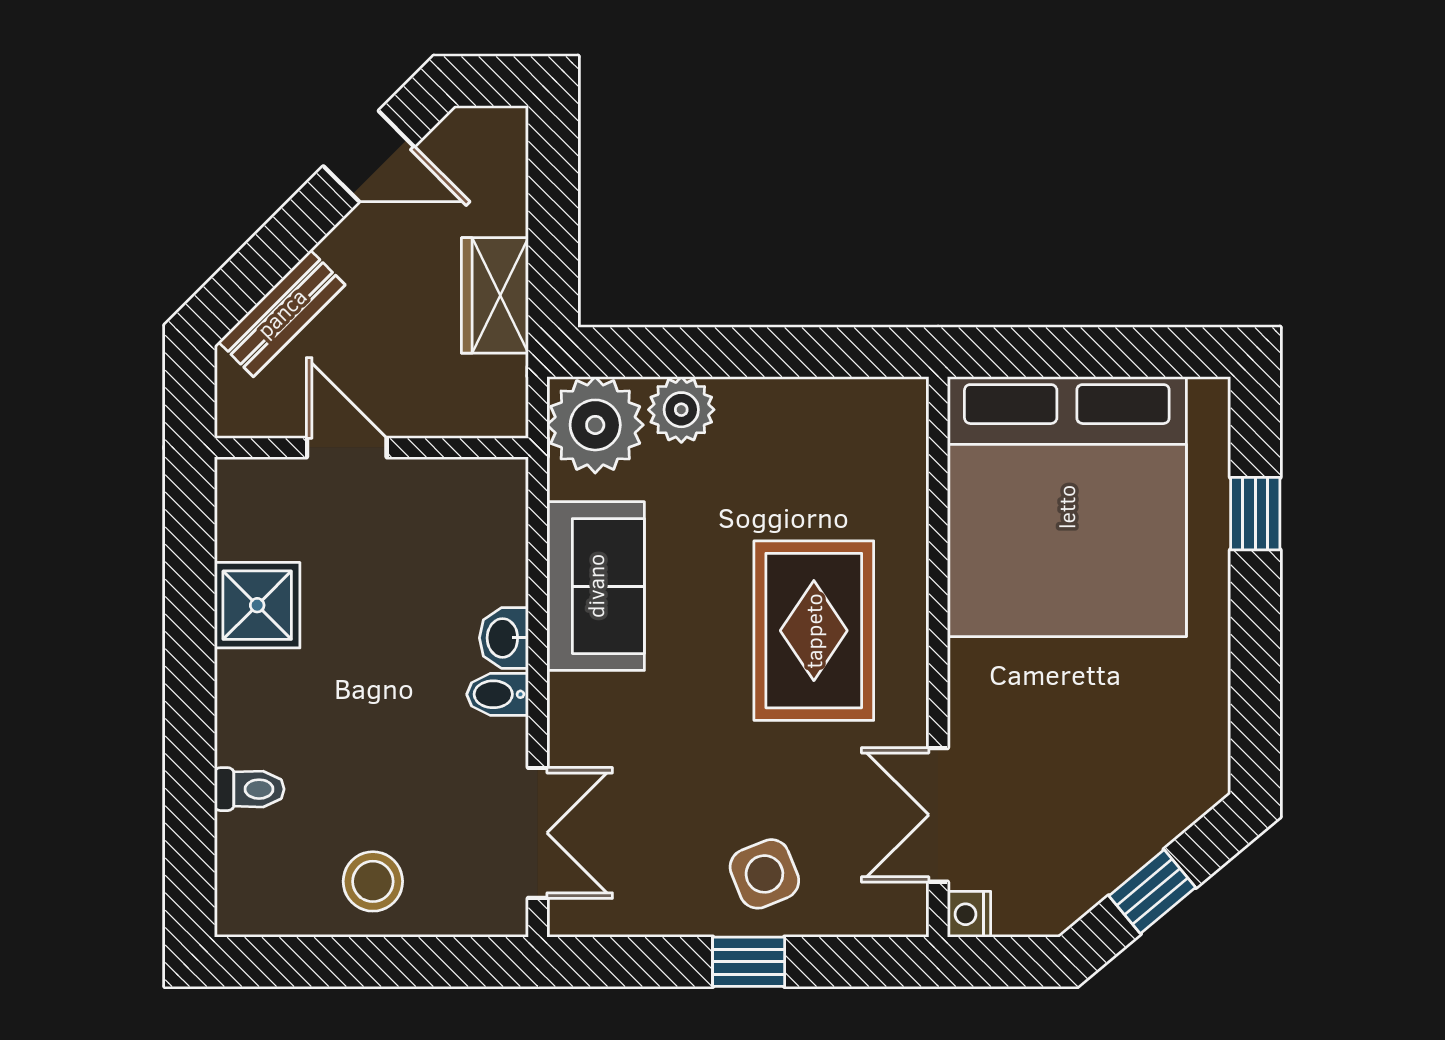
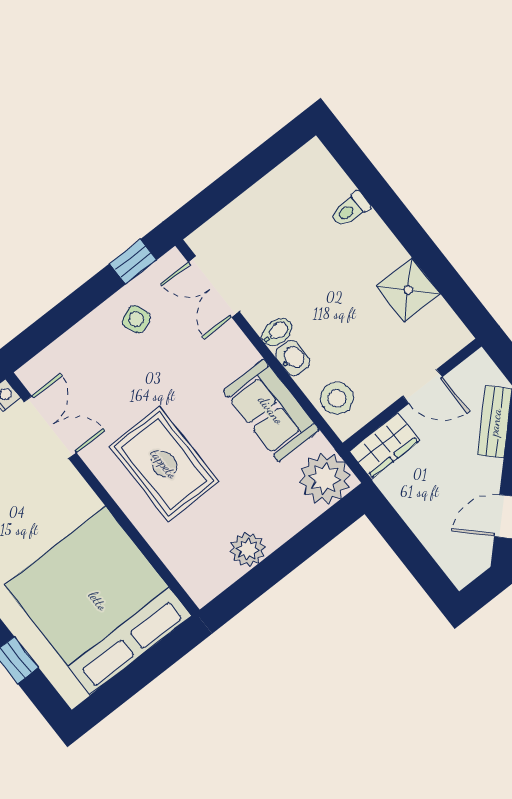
wardrobe: (495, 295) -> (384, 446), moved, turned 90
plant: (681, 410) -> (248, 549), moved
side table: (764, 874) -> (136, 319), moved, width x0.73, depth x0.73
stool: (373, 881) -> (337, 398), moved
window: (749, 962) -> (133, 262), moved

